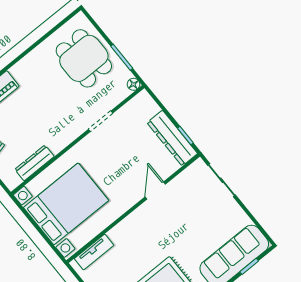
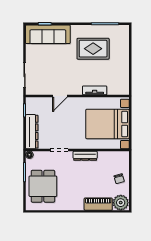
dresser: (172, 138) -> (32, 132), moved
dresser: (34, 163) -> (85, 156), moved
tv unit: (94, 252) -> (95, 90), moved

